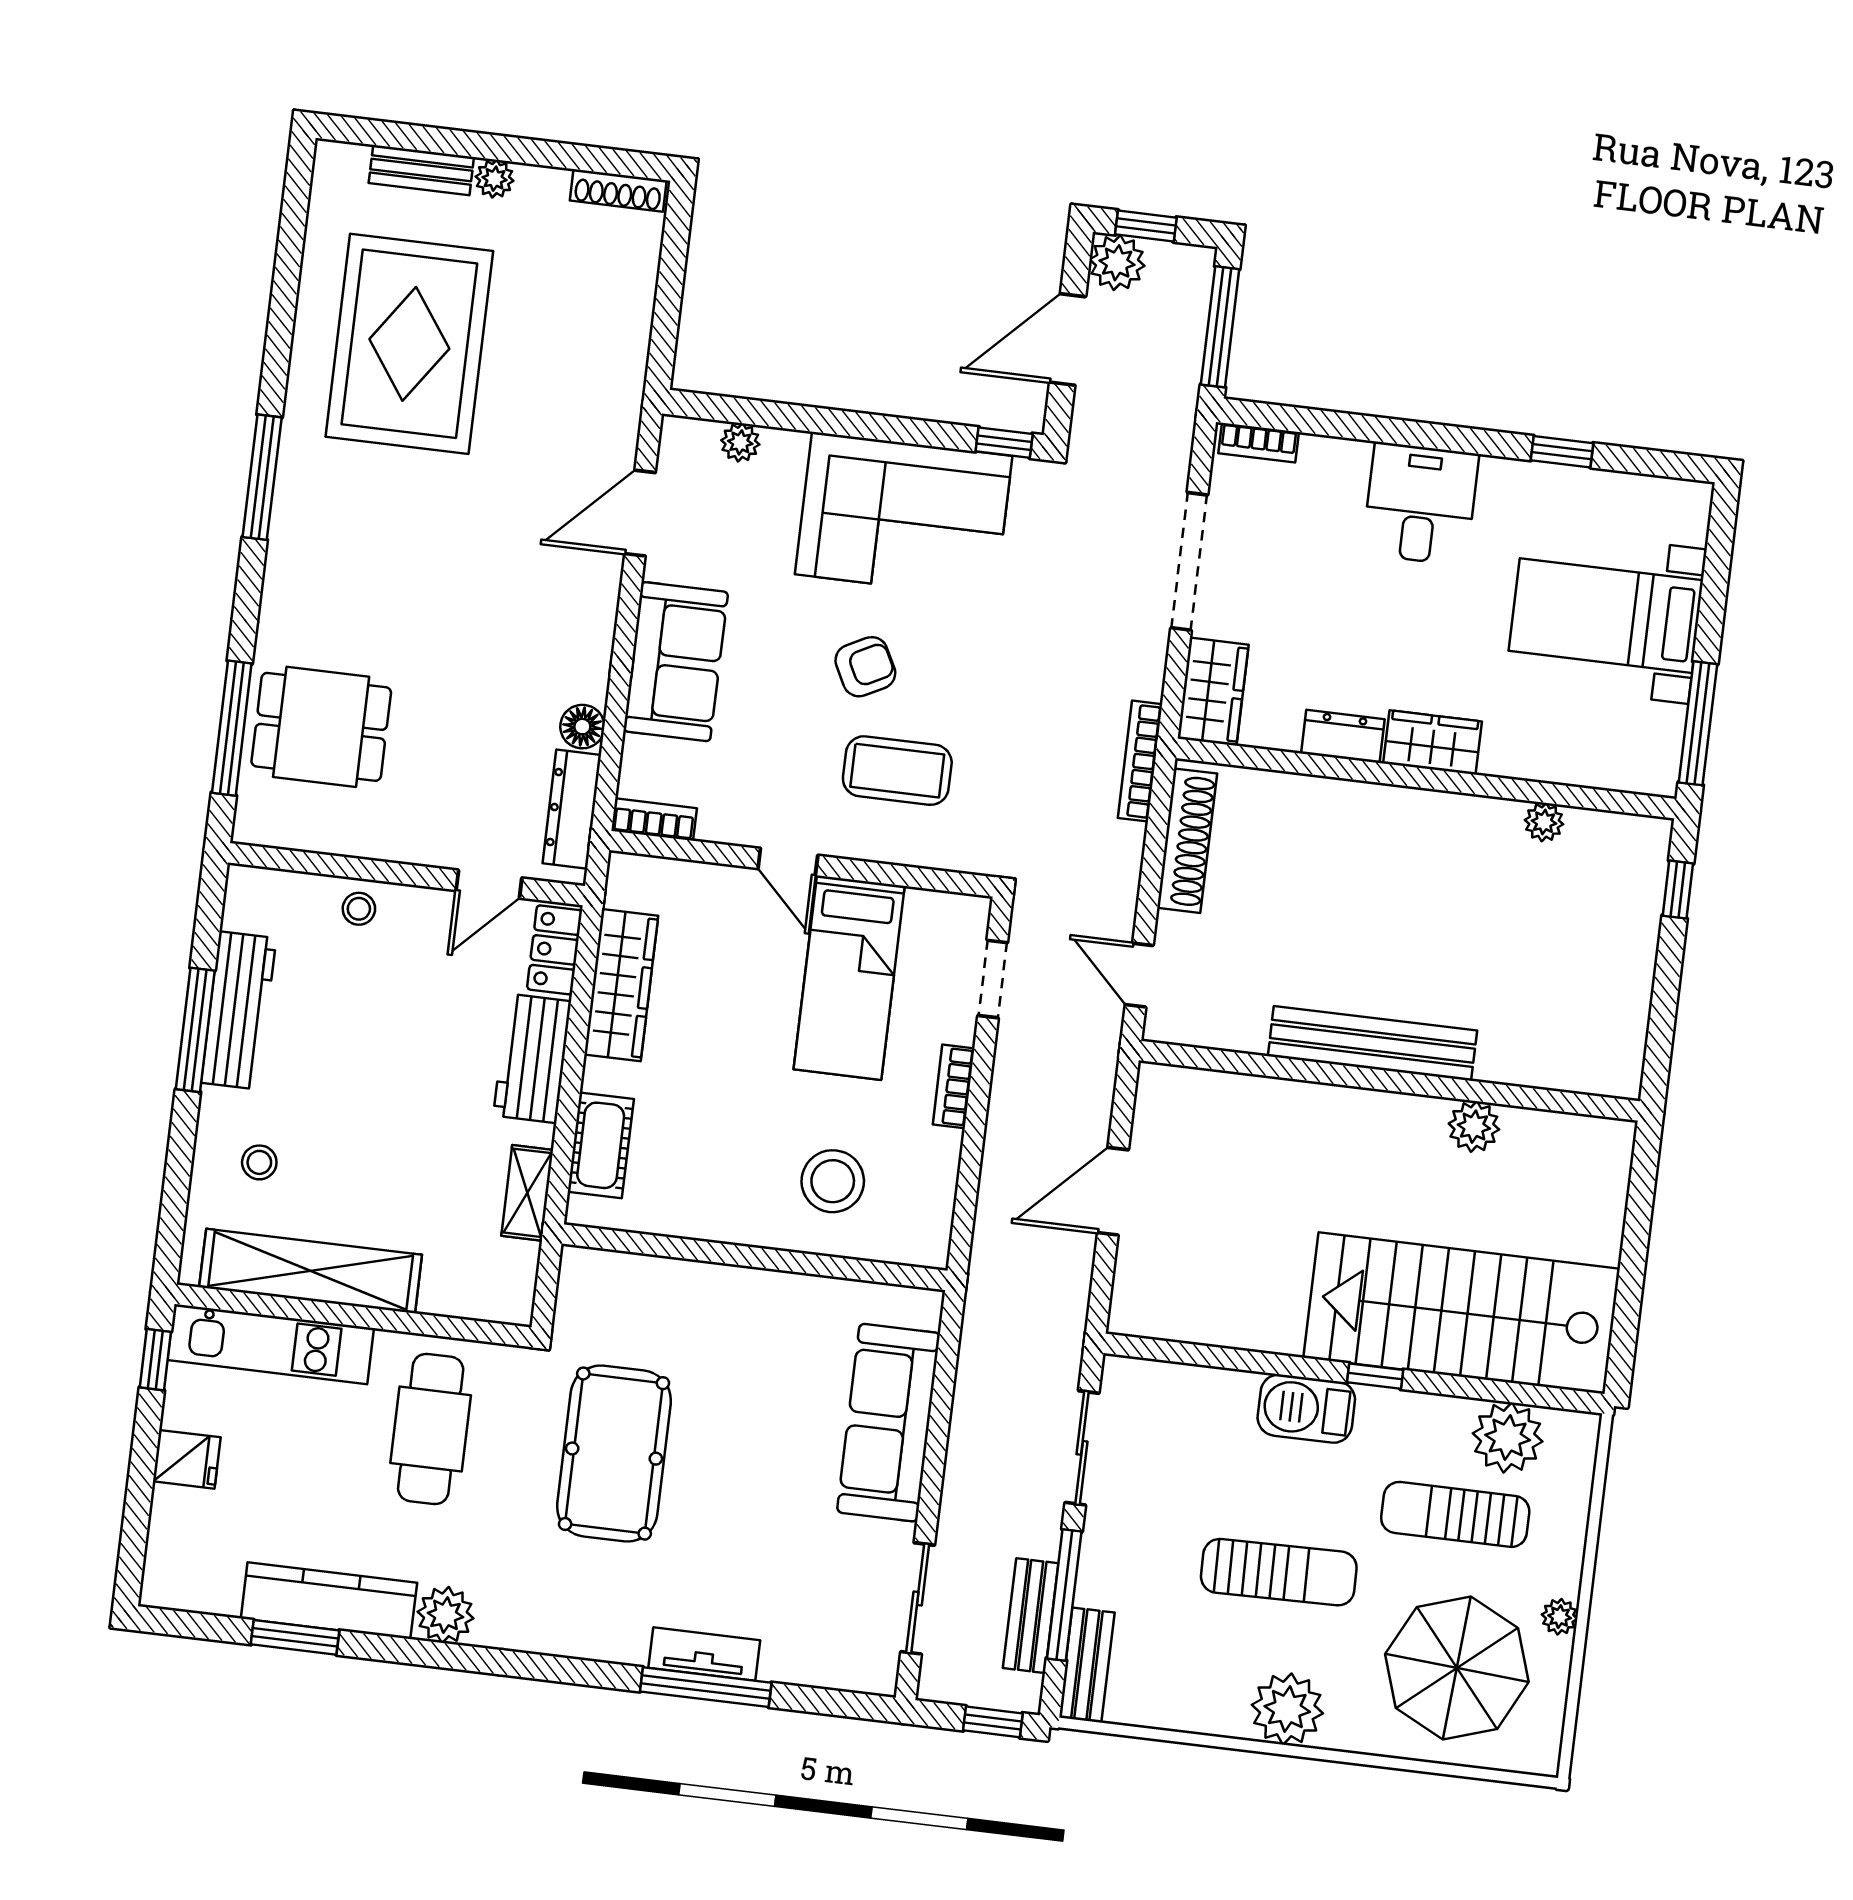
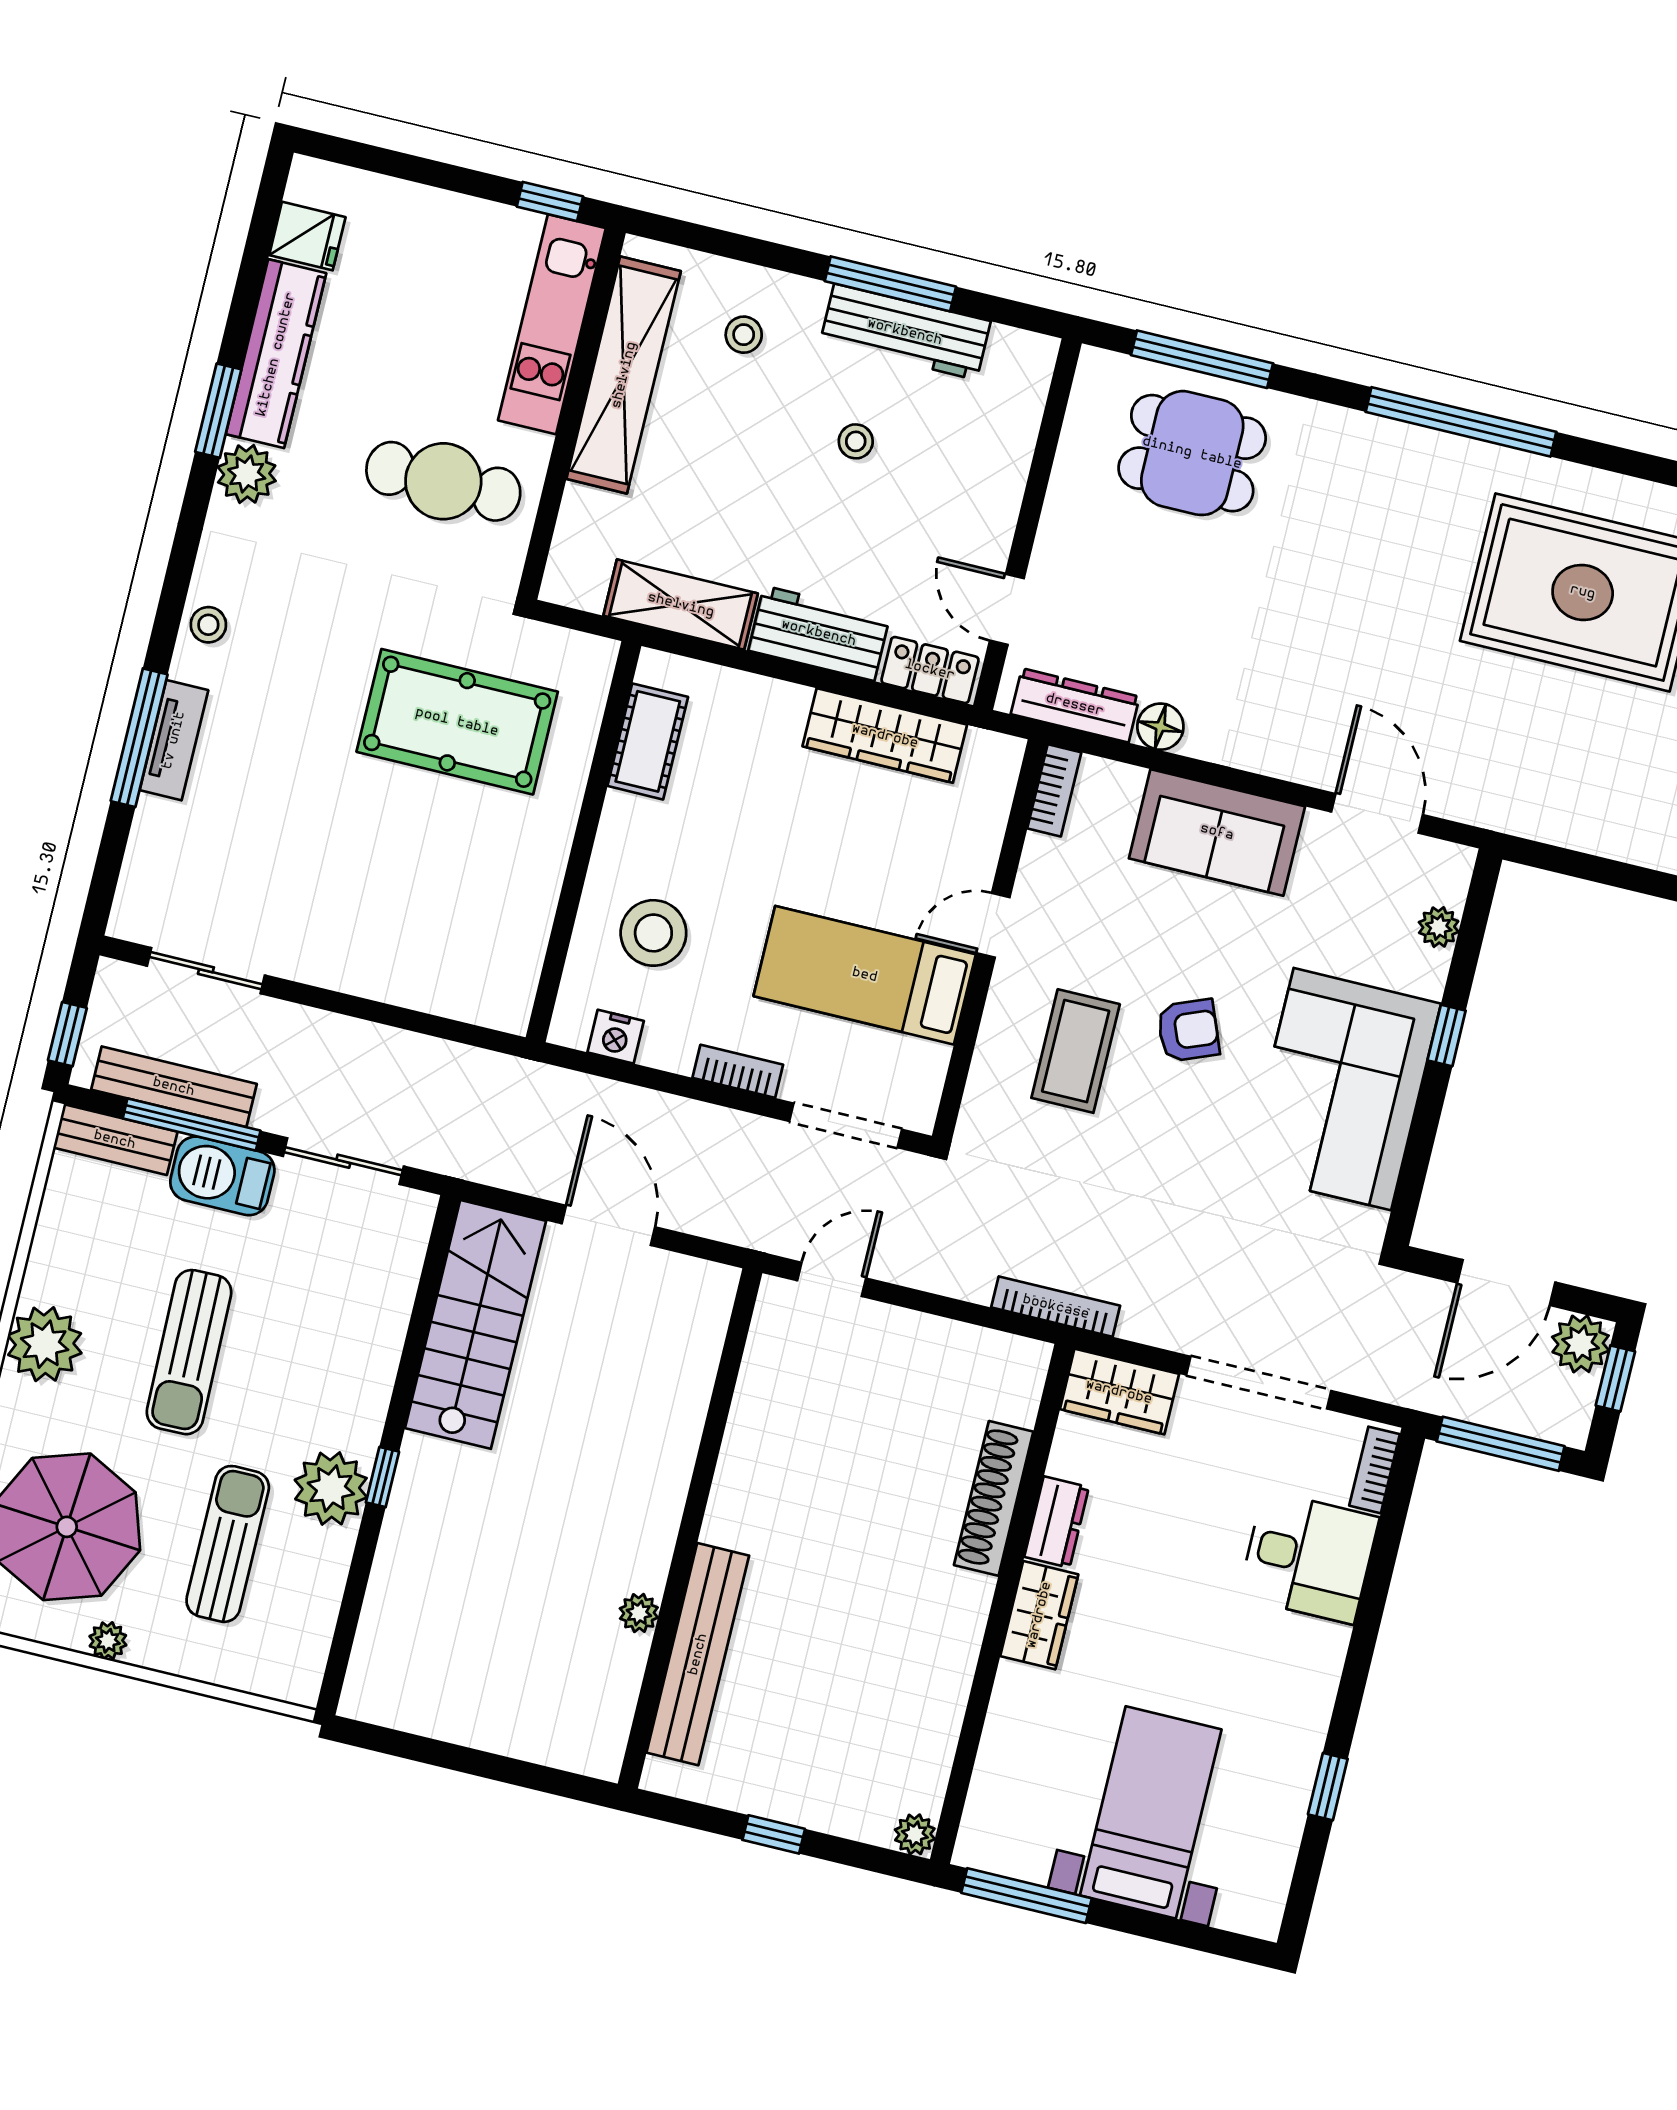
door: (1068, 339) -> (1506, 1283), swing flipped
window: (1004, 443) -> (1447, 1035), moved
window: (262, 477) -> (1461, 422), width x1.46
desk: (1420, 504) -> (1309, 1557), moved
armchair: (865, 667) -> (1188, 1030), turned -85
dining table: (321, 727) -> (1192, 453), turned 90
plant: (1544, 822) -> (915, 1834), moved
shoe rack: (1187, 841) -> (994, 1498), moved, turned 90
window: (1678, 890) -> (774, 1834), moved
stool: (359, 909) -> (856, 441), moved
doorway: (993, 979) -> (846, 1125), width x1.38
bench: (1372, 1043) -> (698, 1654), moved
plant: (1474, 1127) -> (639, 1613), width x0.73, depth x0.73
cot: (601, 1145) -> (648, 741), moved, turned 90
shelving: (527, 1193) -> (681, 605), width x1.50, depth x1.33
nightstand: (935, 1205) -> (616, 1037), added
stairs: (1462, 1313) -> (475, 1324), moved, width x0.73, depth x0.66
barbecue: (1306, 1409) -> (222, 1176), moved, turned -90
sofa: (888, 1423) -> (394, 962), removed
plant: (1508, 1437) -> (331, 1489), moved
pool table: (614, 1454) -> (457, 722), moved
fridge: (187, 1459) -> (307, 236), moved, turned -90
bench: (1031, 1616) -> (174, 1087), width x1.36
stool: (592, 1634) -> (208, 625), added
window: (295, 1637) -> (218, 411), moved

